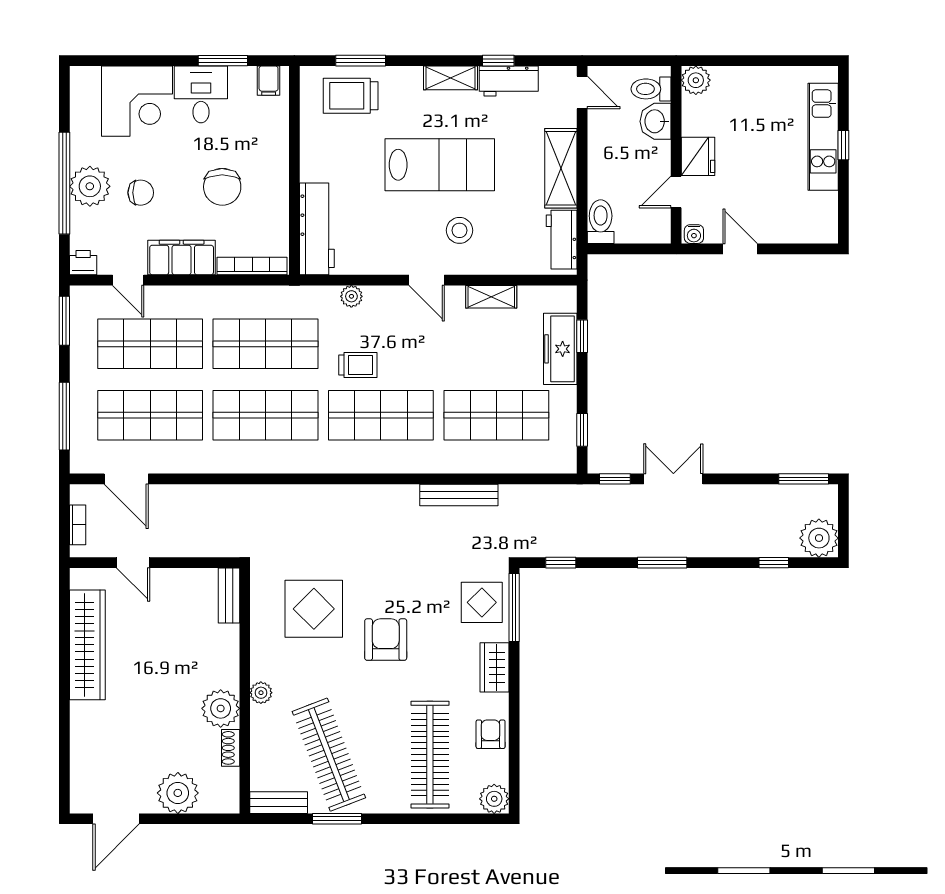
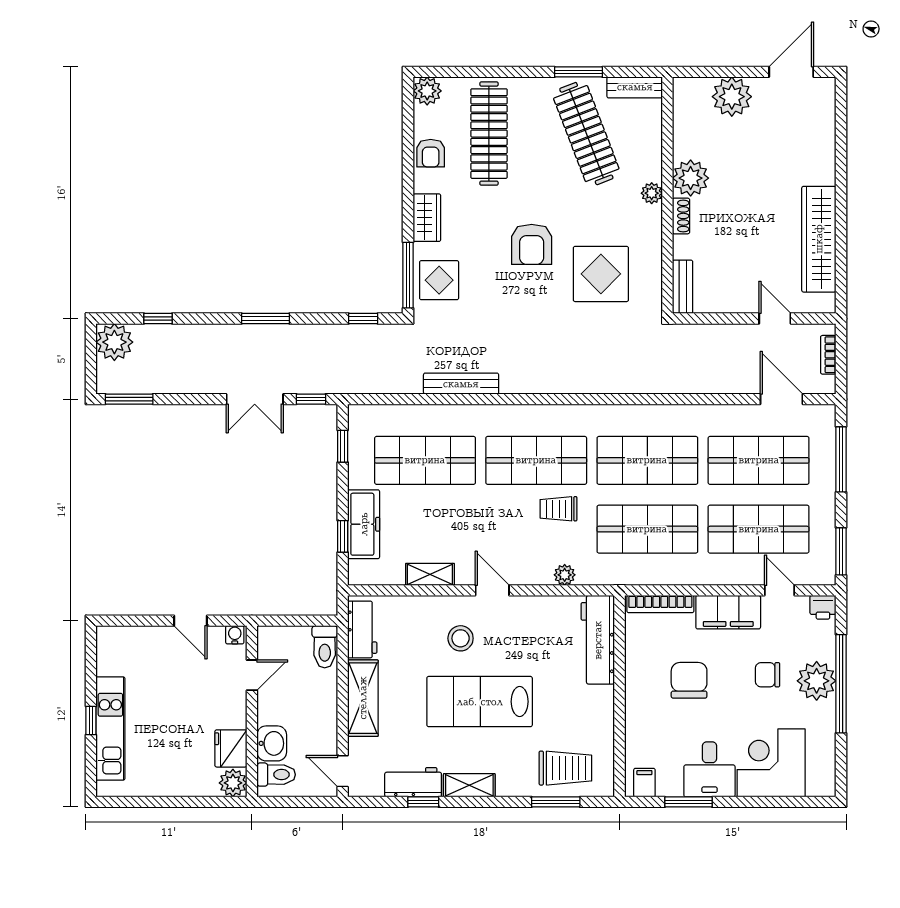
fridge: (698, 156) -> (231, 748), moved
shoe rack: (231, 748) -> (681, 216), moved

